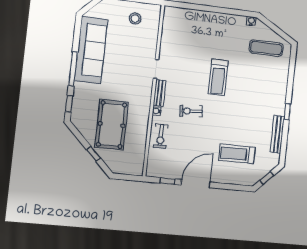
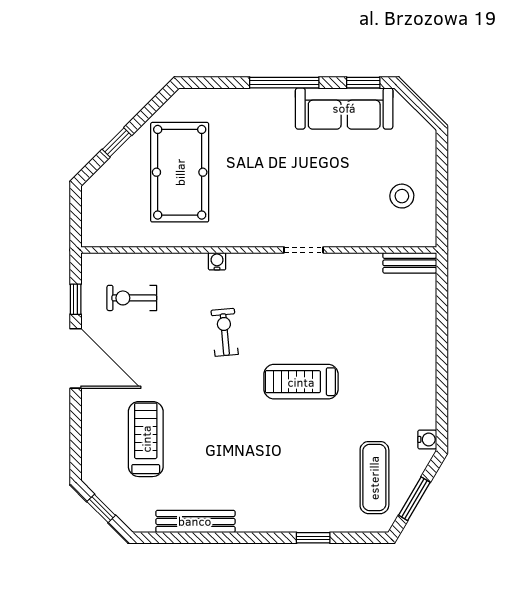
window: (278, 31) -> (414, 499), added
sofa: (91, 50) -> (344, 108), width x0.74, depth x0.79
bench: (159, 93) -> (410, 263), moved
window: (69, 104) -> (363, 83), moved
window: (287, 112) -> (313, 538), moved
pool table: (112, 125) -> (180, 172), turned 90
exercise bike: (161, 136) -> (132, 298), moved

